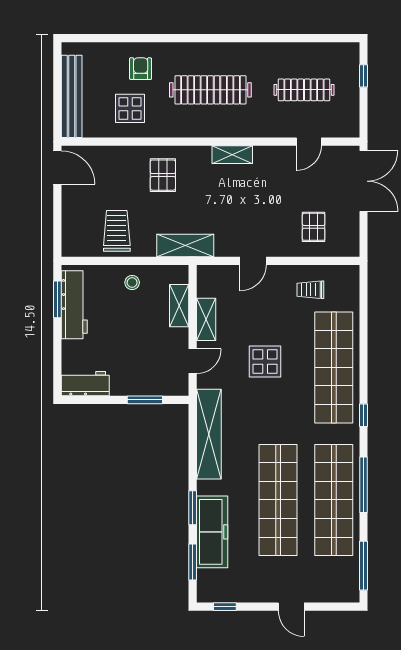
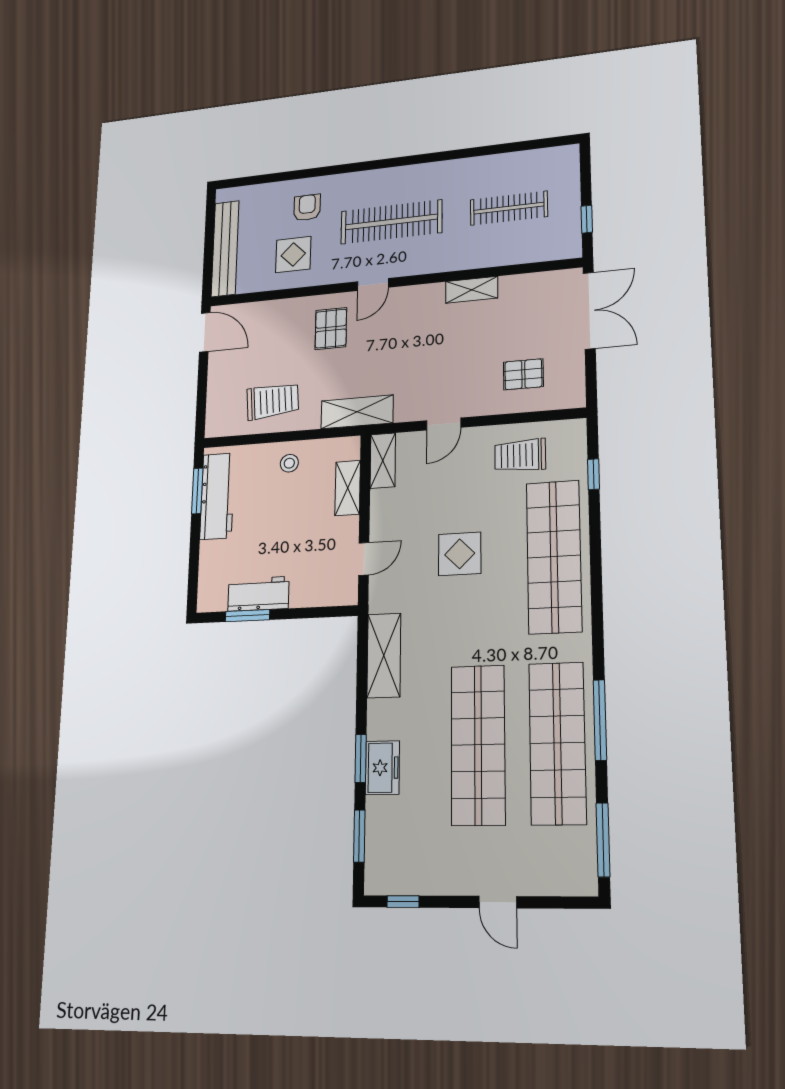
window: (364, 76) -> (587, 219), moved
door: (309, 142) -> (373, 284), moved
shelving: (232, 155) -> (472, 290), moved
pallet: (314, 227) -> (523, 374), turned 90
trolley: (117, 231) -> (273, 401), turned 86
trolley: (310, 290) -> (520, 455), width x1.36, depth x1.39
shelving: (206, 319) -> (383, 461), moved
workbench: (85, 384) -> (258, 594), moved
window: (145, 400) -> (247, 616), moved
window: (364, 415) -> (593, 474), moved
shelving: (209, 434) -> (384, 655), width x0.68
freezer: (212, 532) -> (382, 768), width x0.52, depth x0.79

